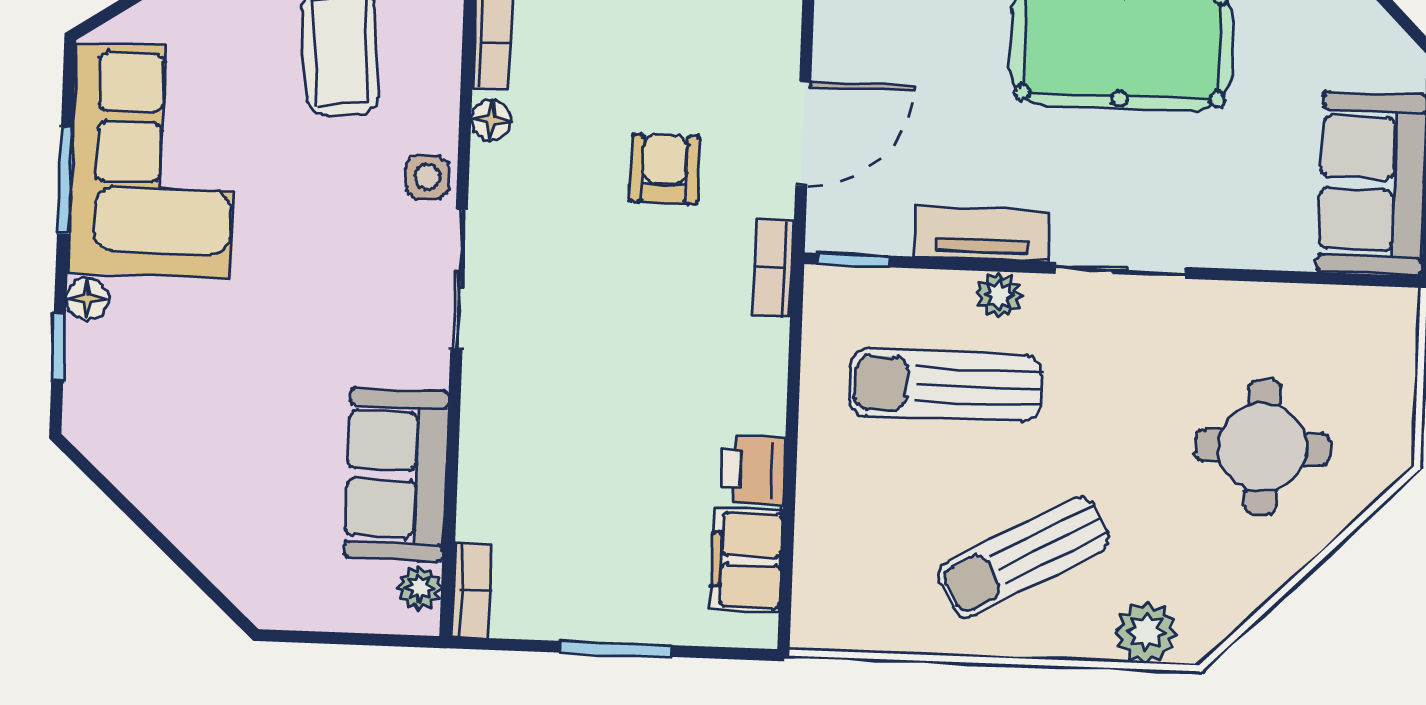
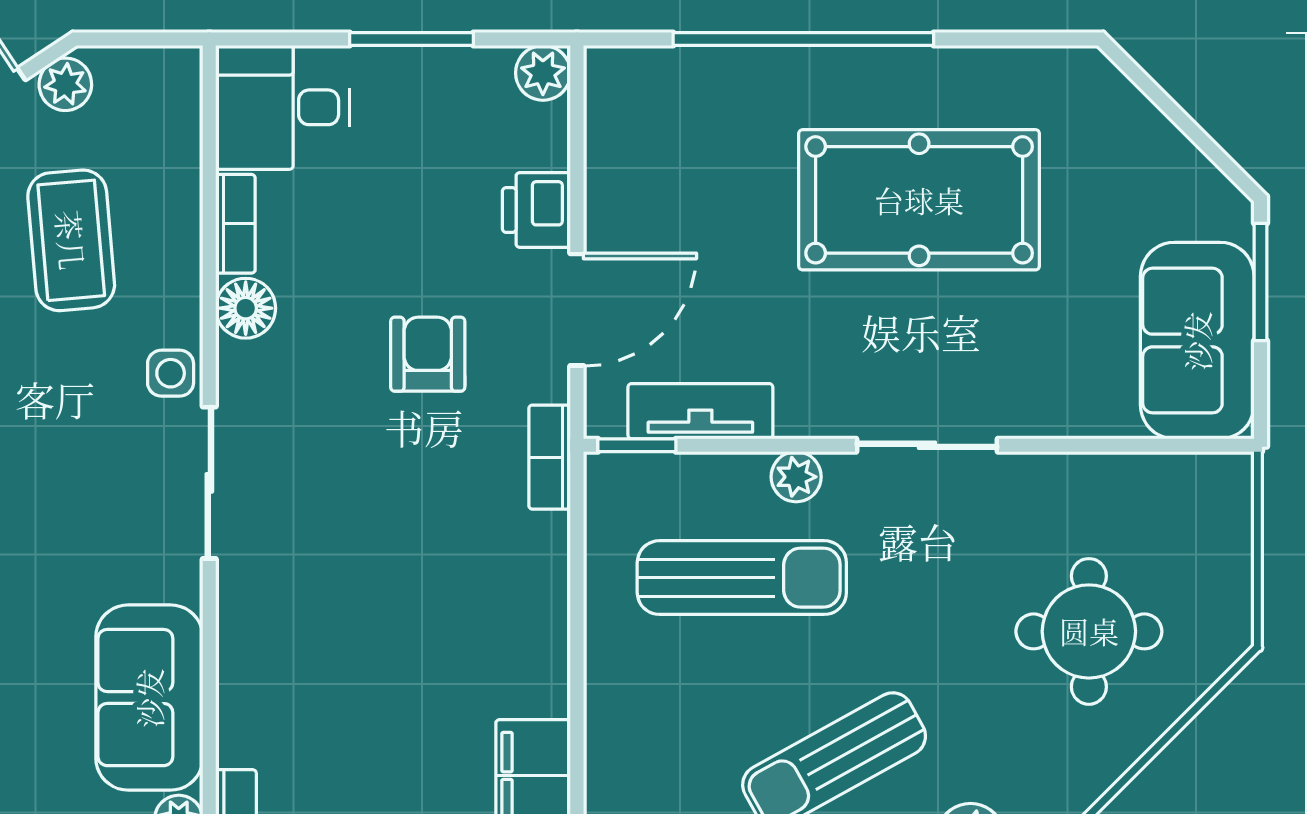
floor lamp: (491, 120) -> (246, 308), width x1.37, depth x1.37
tv unit: (982, 234) -> (700, 411), moved
sun lounger: (945, 385) -> (742, 578), turned 180
printer: (753, 470) -> (536, 210), moved

